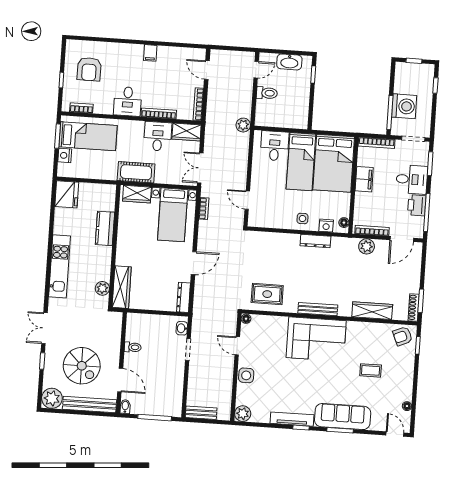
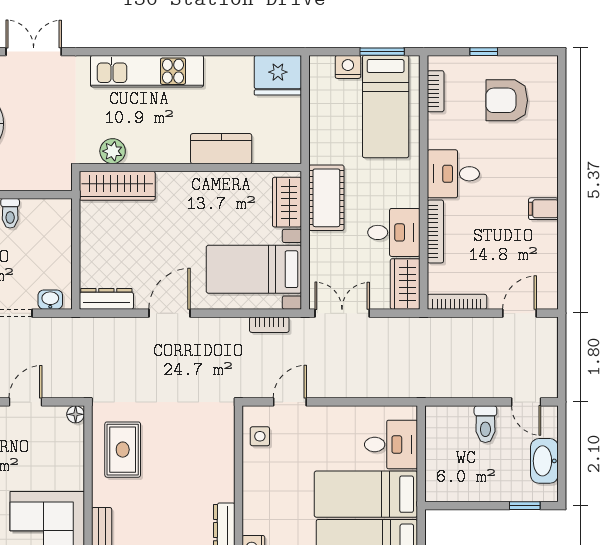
plant: (243, 125) -> (425, 385), removed
side table: (302, 219) -> (260, 436), moved
door: (194, 263) -> (169, 313), swing flipped

